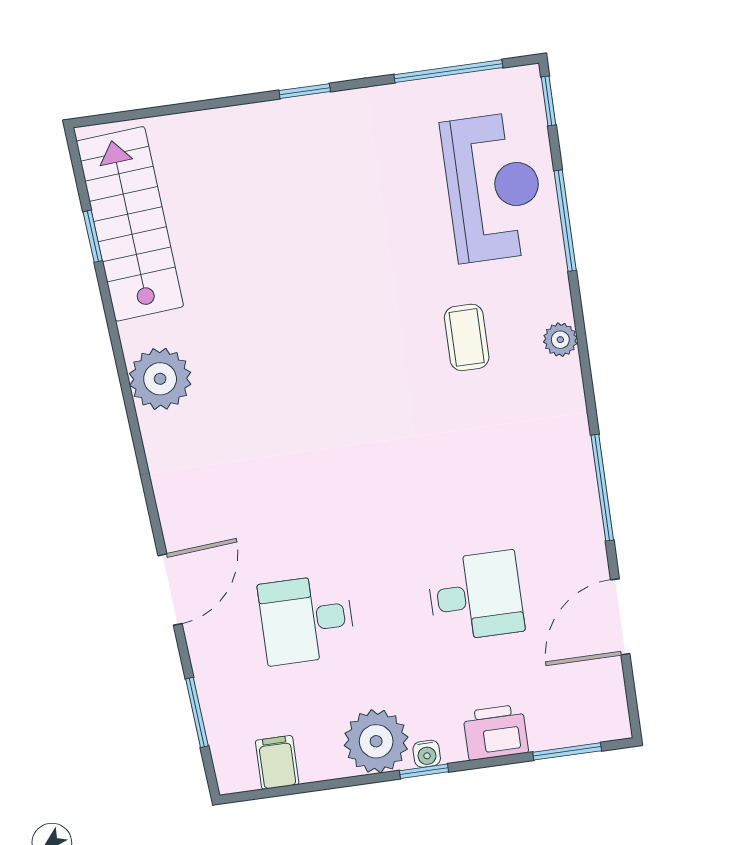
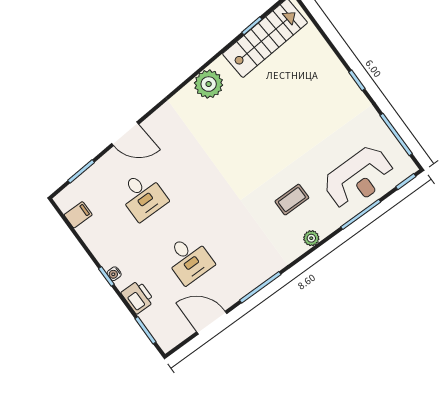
desk: (307, 619) -> (143, 196), turned 180
plant: (376, 741) -> (108, 250), removed

